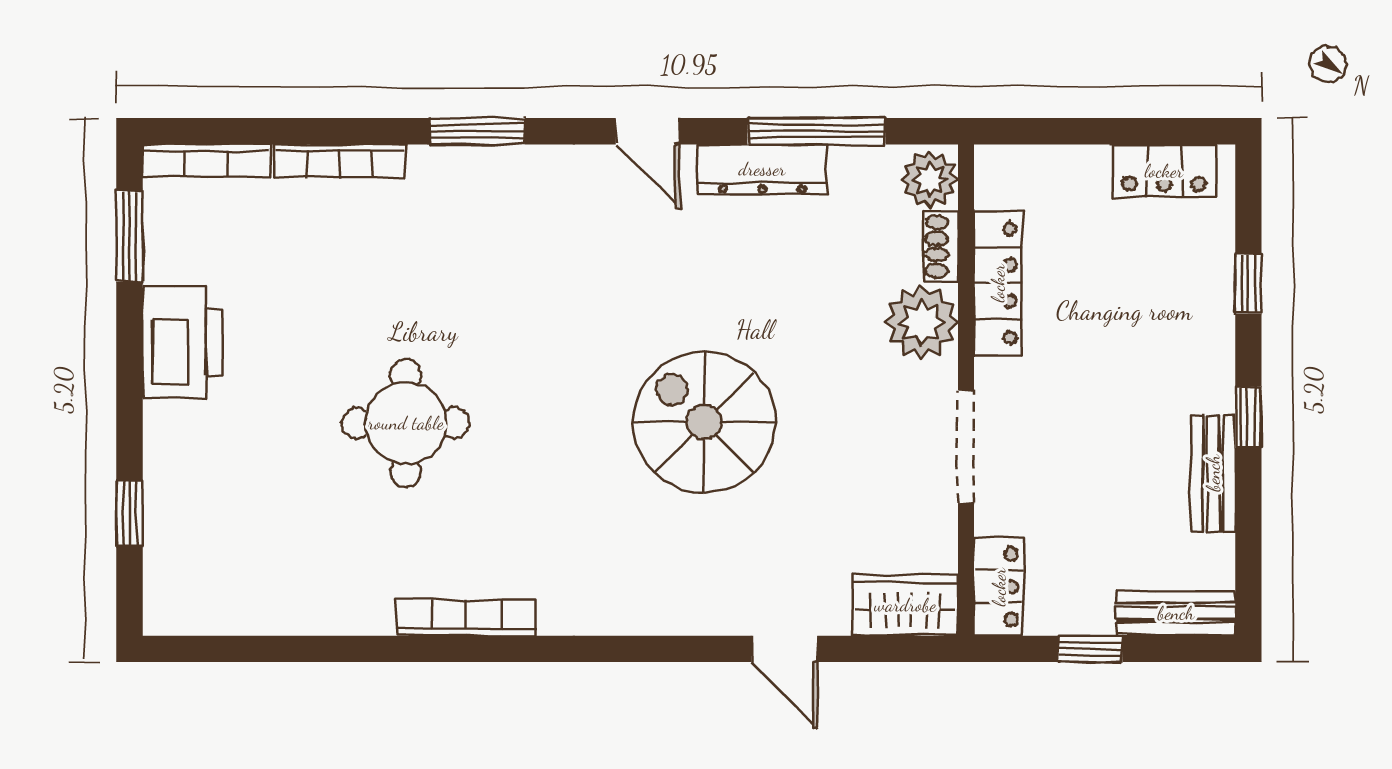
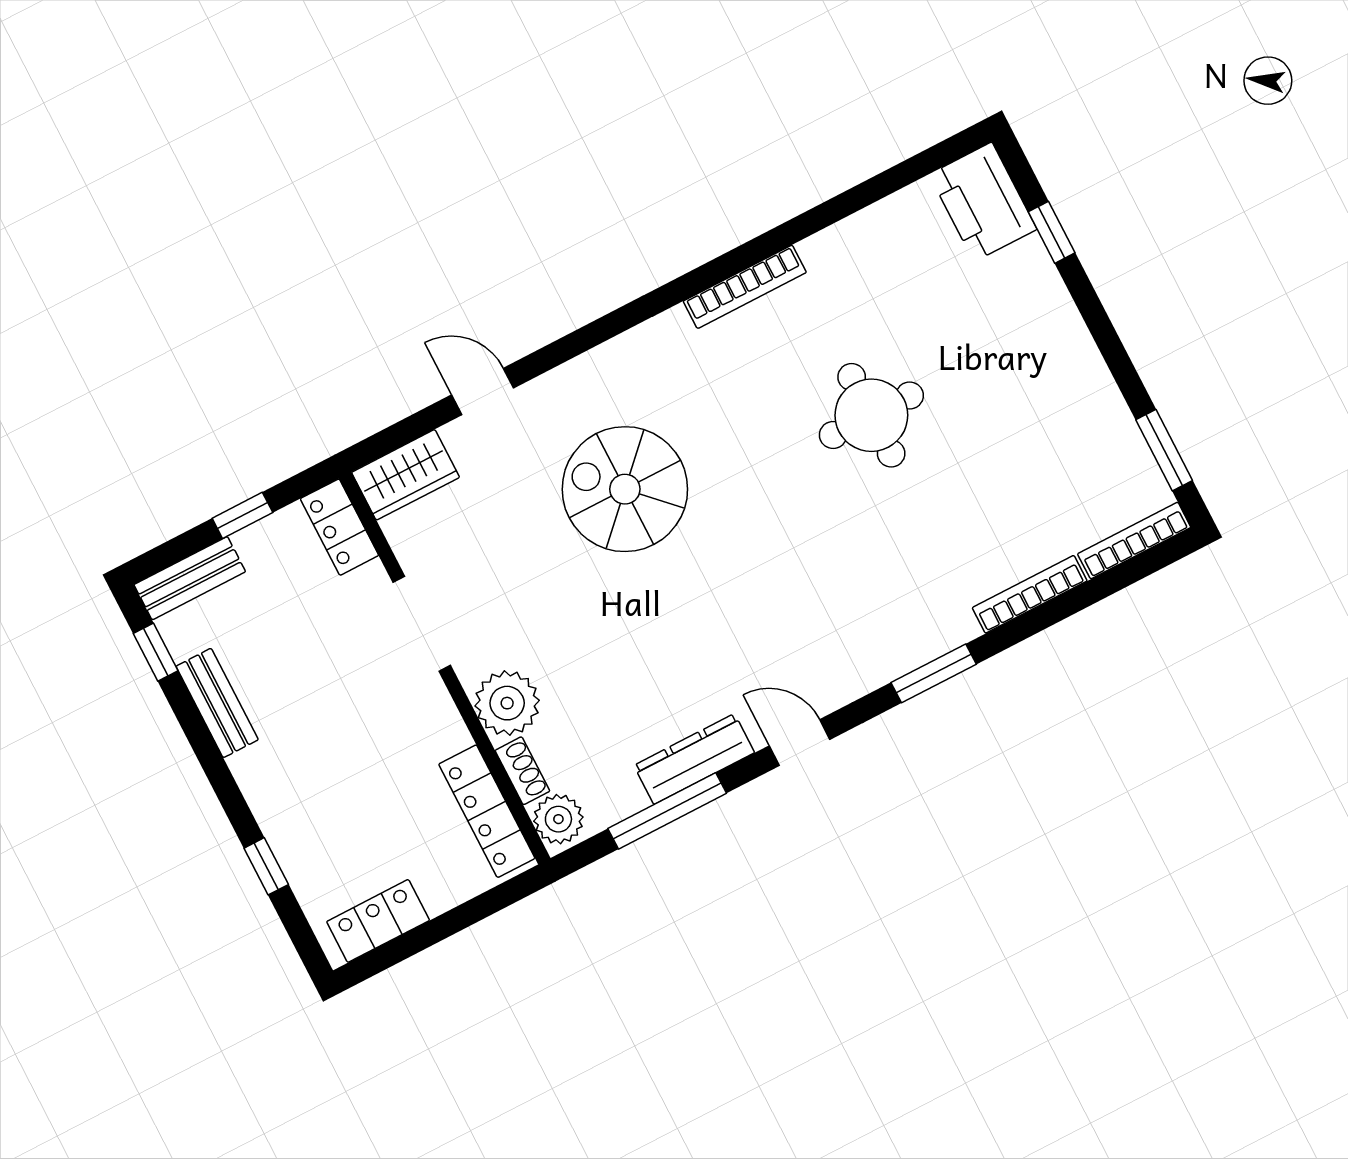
locker: (998, 283) -> (487, 811), moved
printer: (183, 342) -> (983, 202), moved
window: (1248, 417) -> (156, 652), moved
spiral stairs: (704, 422) -> (625, 489), moved, turned 180

